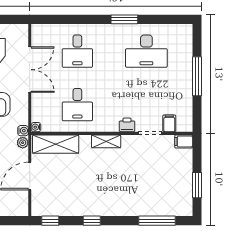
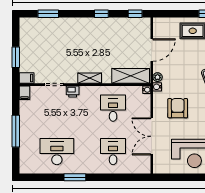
filing cabinet: (169, 123) -> (25, 93), moved
window: (197, 185) -> (16, 57), moved
window: (157, 221) -> (48, 14), width x0.69

